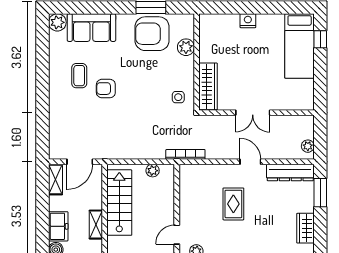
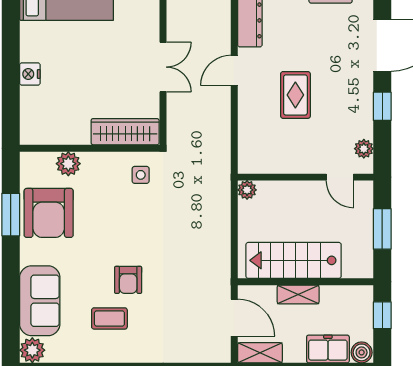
bookcase: (185, 154) -> (224, 164), removed
plant: (153, 171) -> (247, 190), moved
rug: (233, 204) -> (295, 95), turned 90
shelving: (96, 225) -> (298, 294), moved

